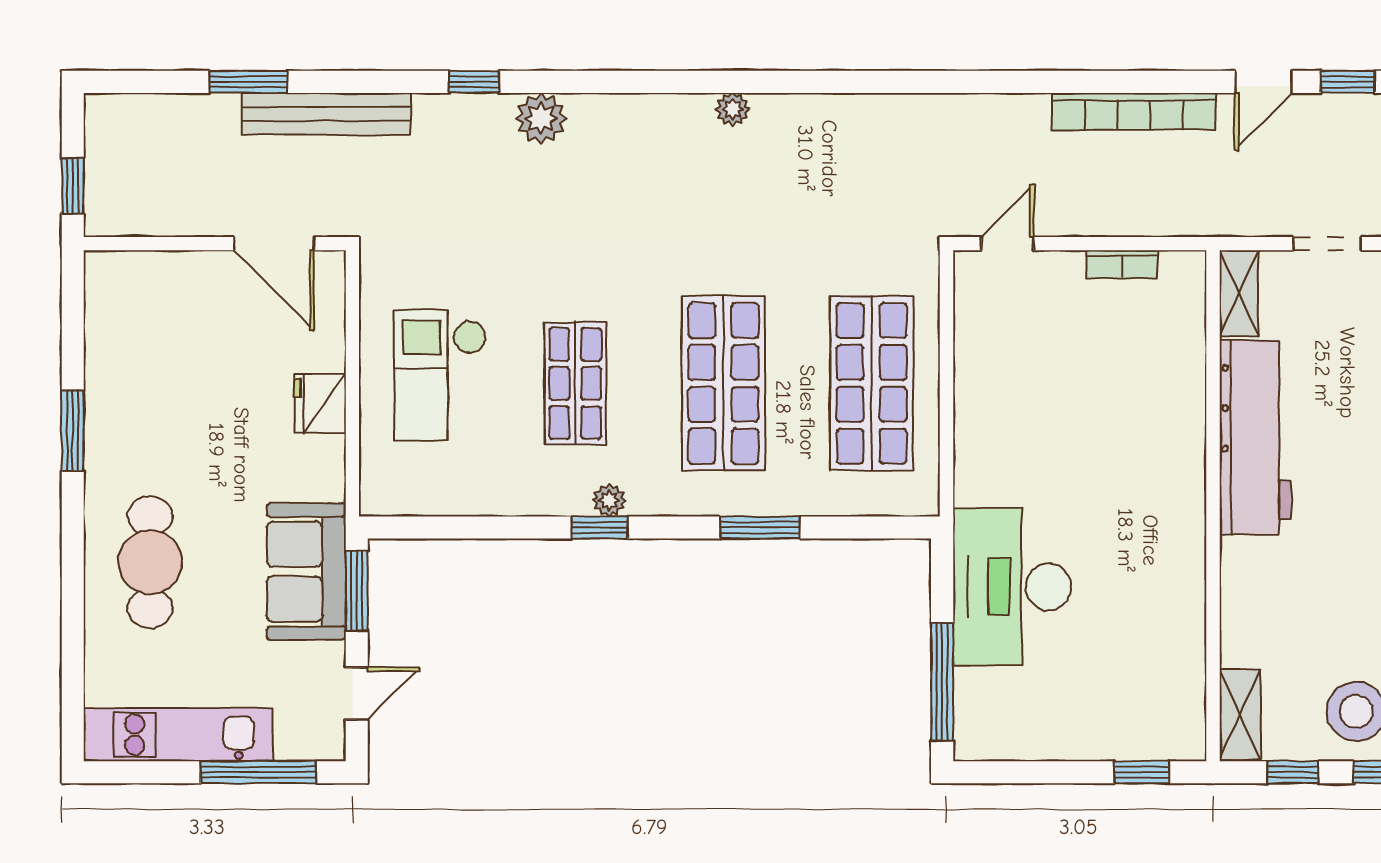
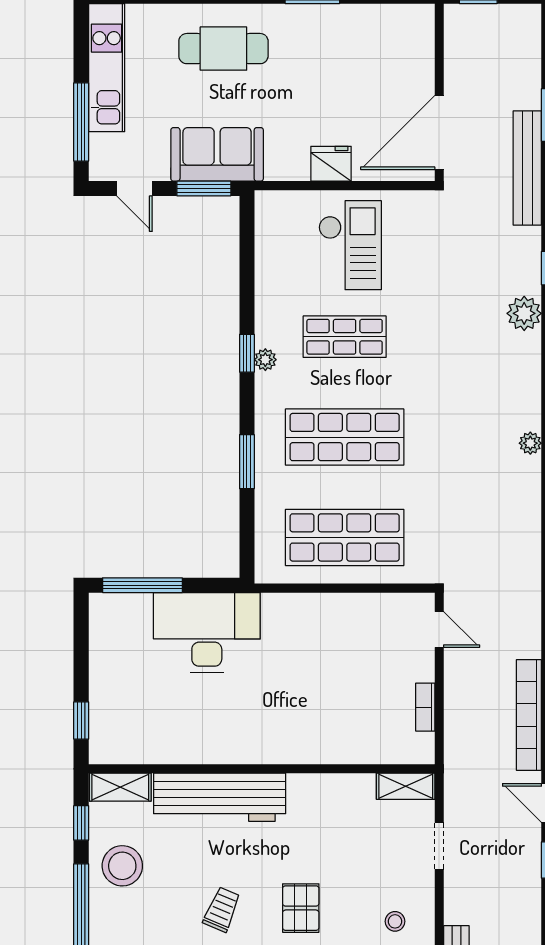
door: (274, 244) -> (439, 132), width x1.36
checkout: (440, 375) -> (350, 245), turned 90
workbench: (1255, 437) -> (220, 797), moved

